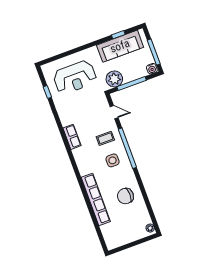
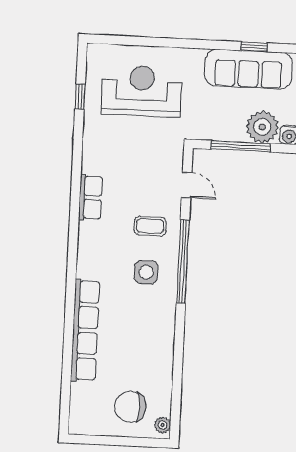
reception desk: (75, 77) -> (142, 91), turned 180
plant: (114, 79) -> (262, 127), moved
chair: (125, 196) -> (130, 407), moved

